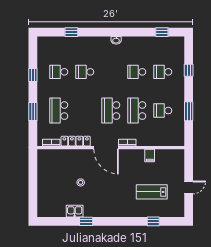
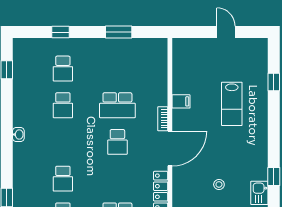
school desk: (111, 111) -> (117, 142), width x0.54
school desk: (163, 111) -> (117, 69), removed
filing cabinet: (150, 156) -> (181, 101), moved
lab bench: (152, 192) -> (232, 104), moved

